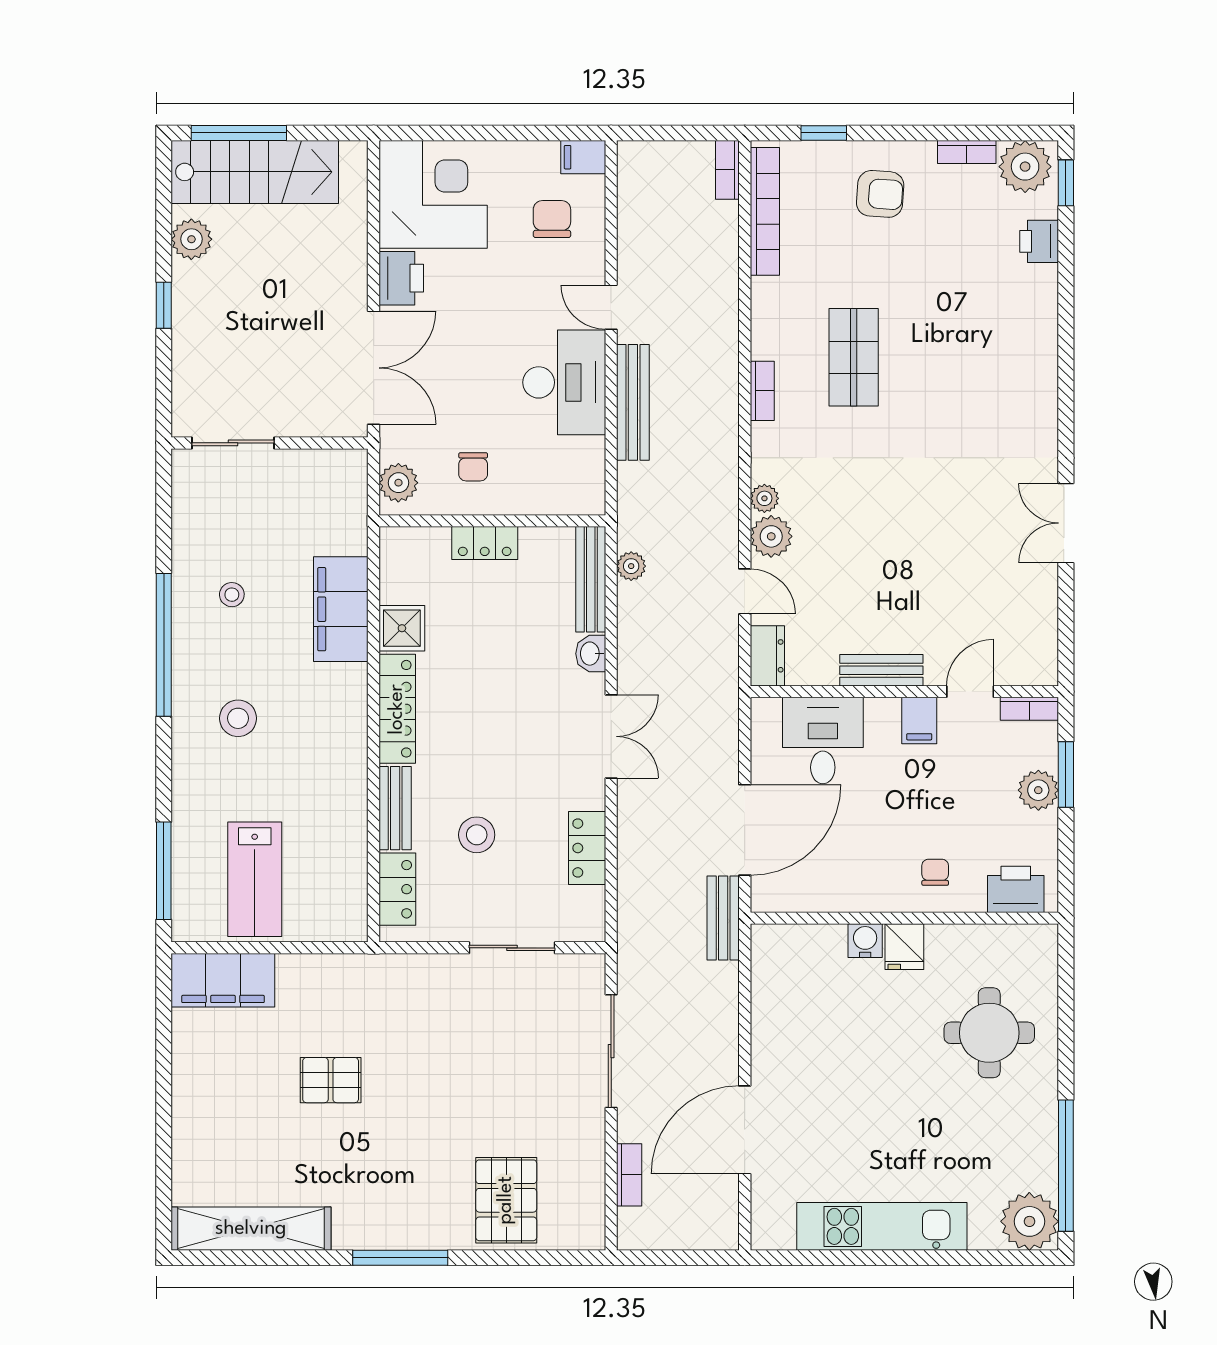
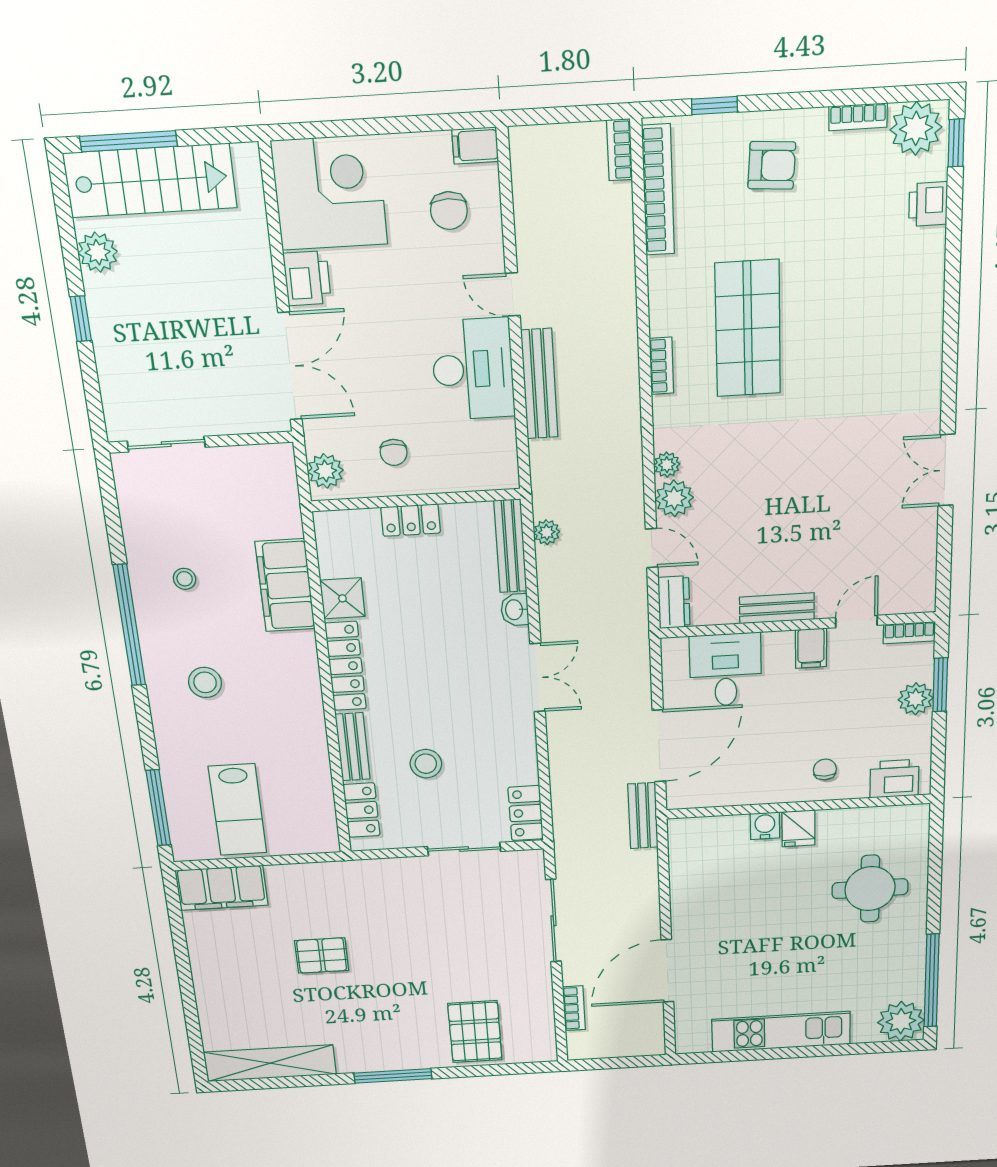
chair: (552, 219) -> (449, 211), turned 180
shop shelf: (854, 357) -> (748, 329), width x1.43, depth x1.36
locker: (587, 848) -> (526, 813), moved

